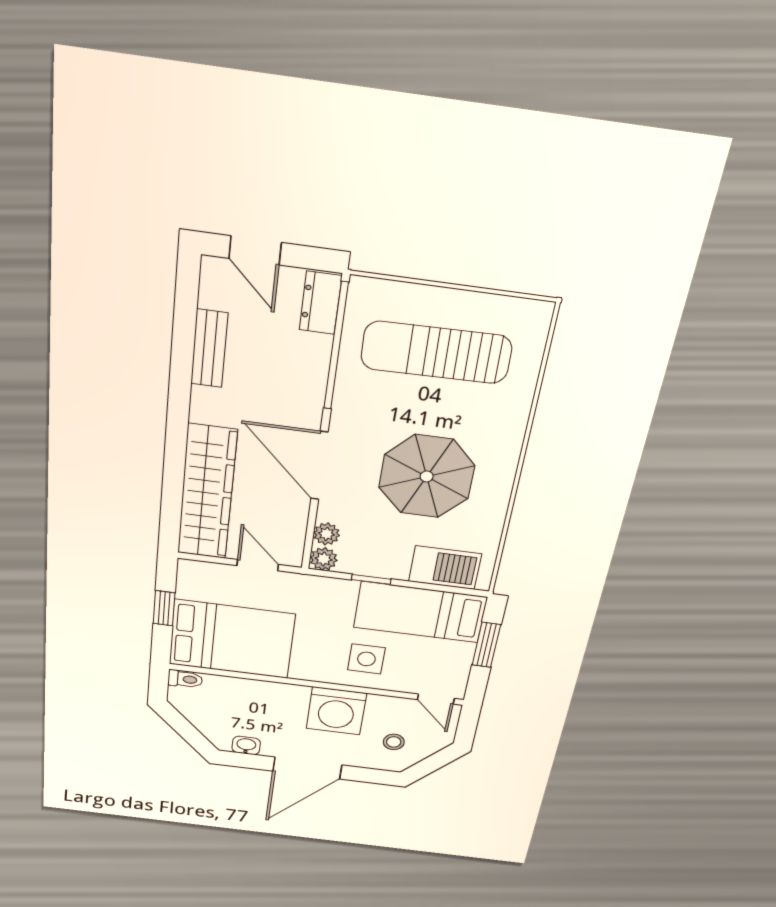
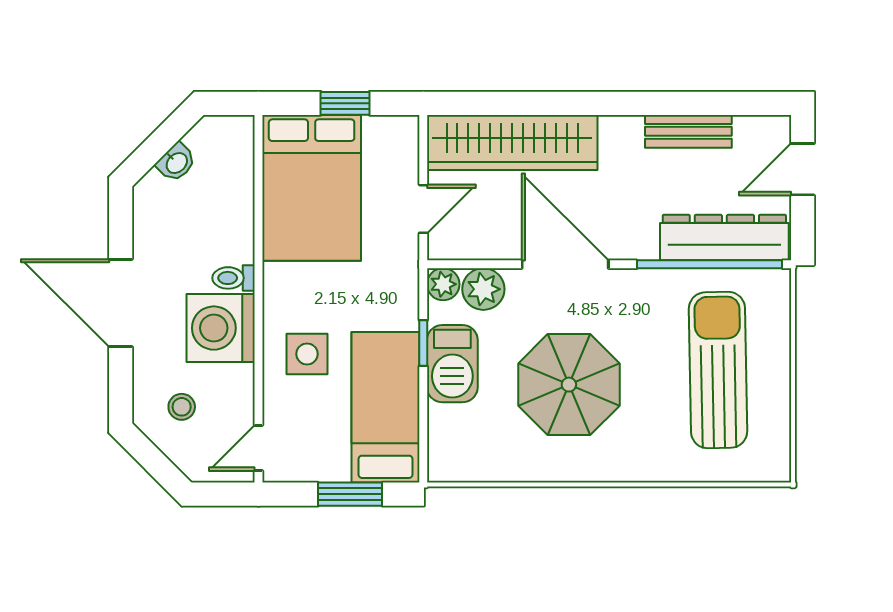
dresser: (320, 303) -> (724, 238), width x1.96, depth x1.24
door: (319, 466) -> (565, 264), hinge flipped
plant: (327, 534) -> (483, 289), width x1.38, depth x1.38
barbecue: (445, 568) -> (452, 364), moved
toilet: (185, 679) -> (234, 278), moved, turned 90
washbasin: (246, 745) -> (176, 162), moved, turned 45

